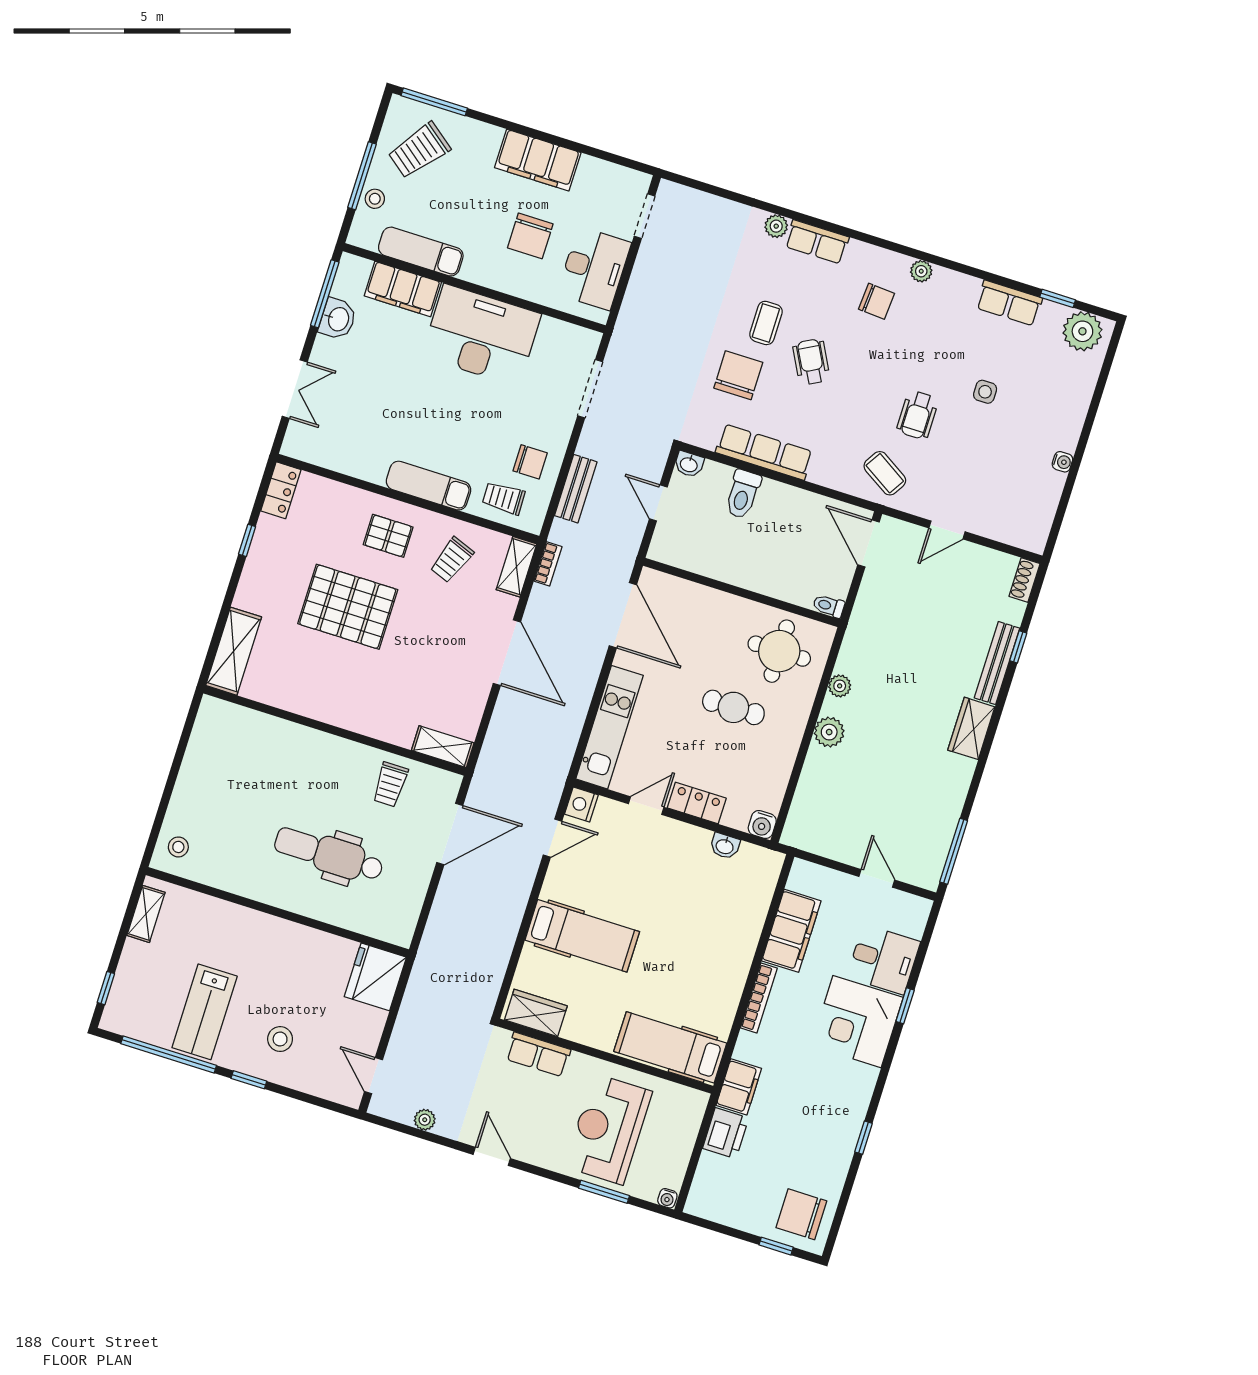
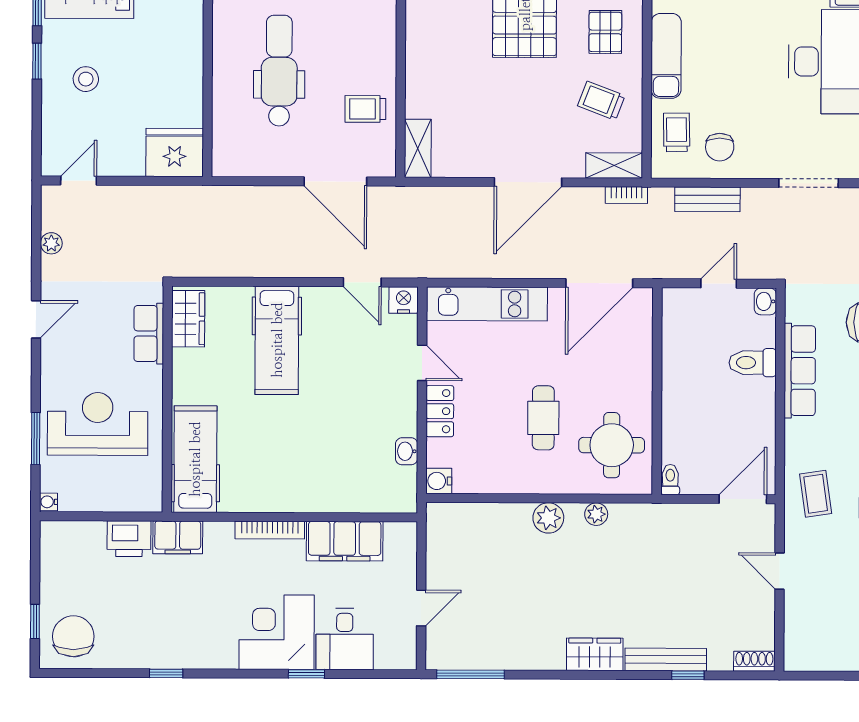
coffee table: (885, 473) -> (816, 494), turned -40

